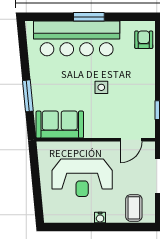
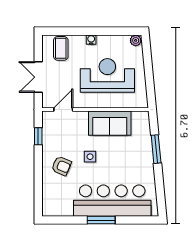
armchair: (144, 40) -> (61, 166), moved, turned -67
sofa: (60, 125) -> (110, 123), moved
plant: (51, 217) -> (136, 40), added

